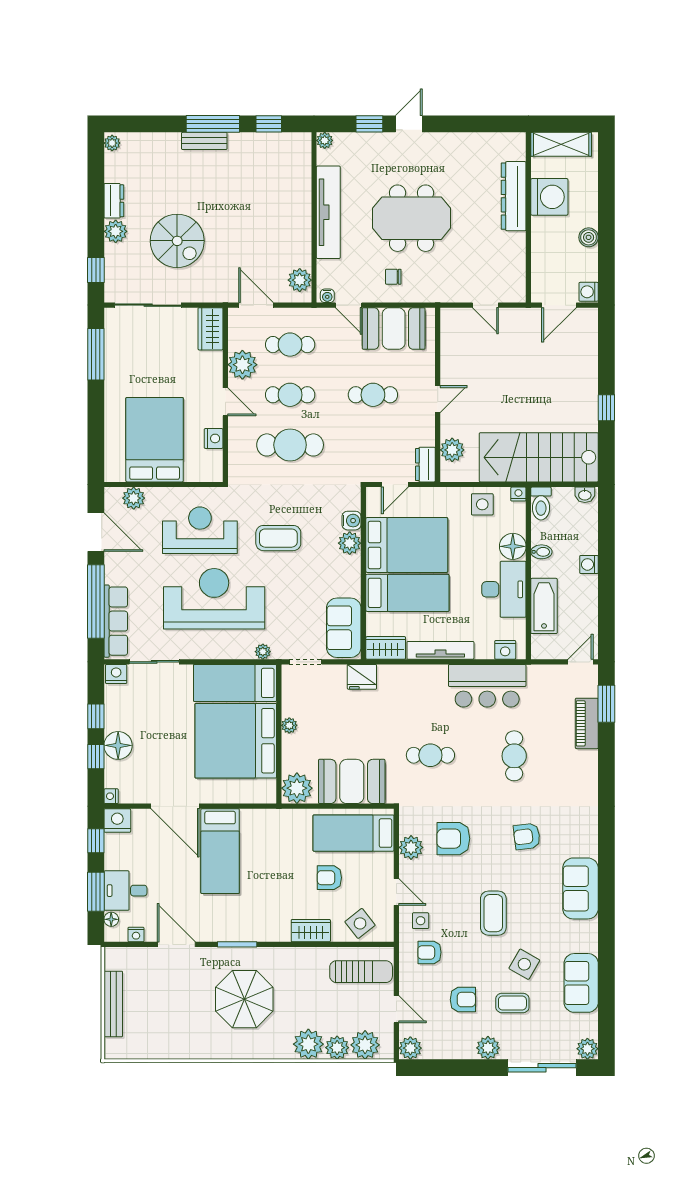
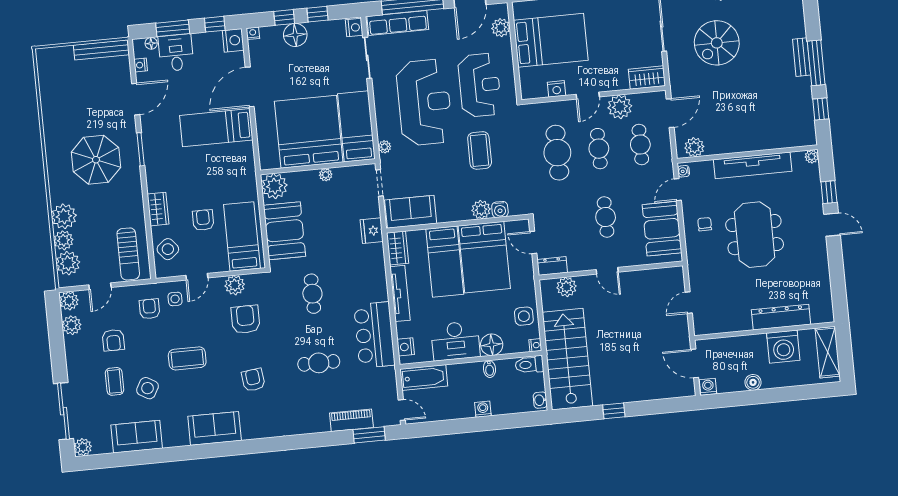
bathtub: (544, 606) -> (424, 377), moved
bench: (113, 1004) -> (101, 50), moved
plant: (488, 1048) -> (72, 325), moved

